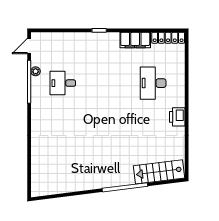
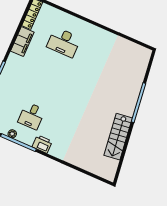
printer: (177, 117) -> (42, 144), moved, turned 180
stairs: (159, 172) -> (118, 137), moved

